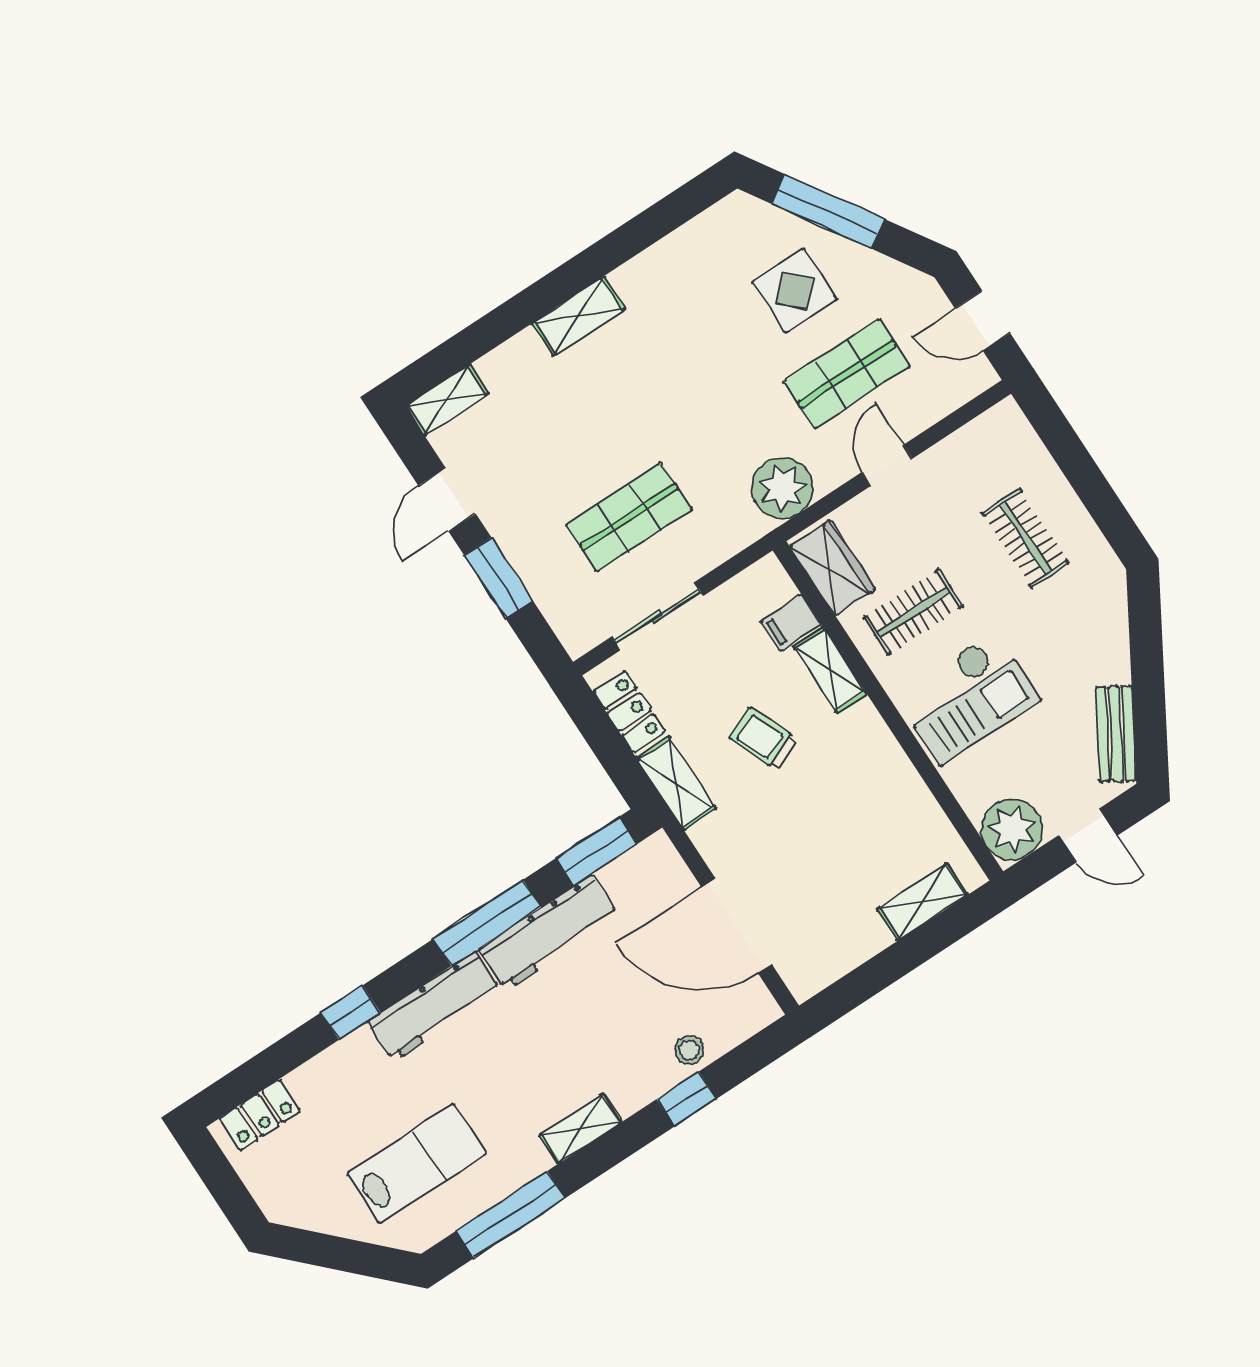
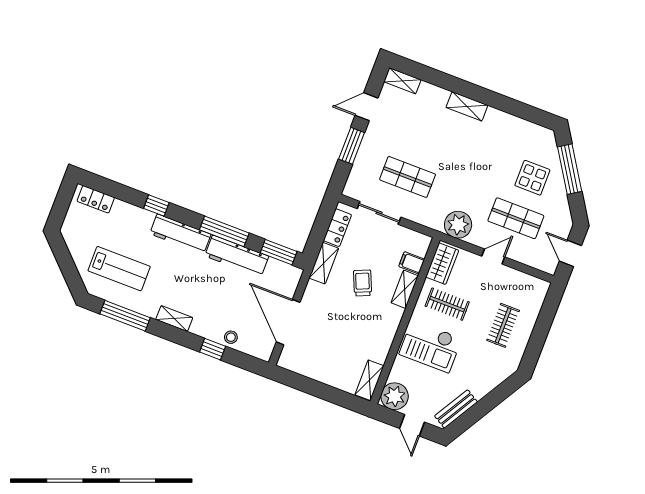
shelving: (922, 902) -> (369, 380), moved, turned 90

